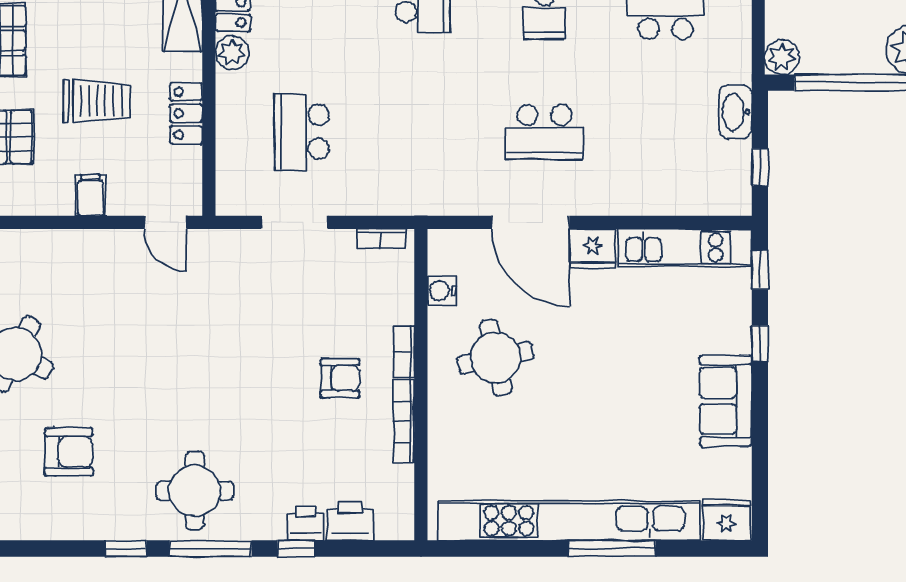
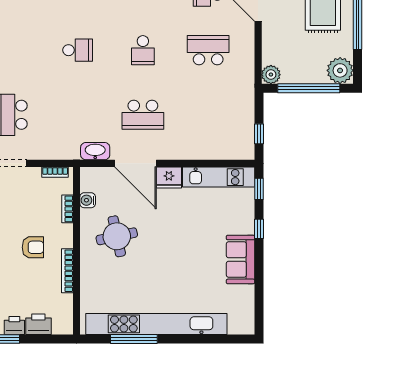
washbasin: (735, 112) -> (95, 151), moved, turned 90
bookcase: (404, 352) -> (67, 209), moved
fridge: (726, 520) -> (241, 324), removed
window: (612, 549) -> (134, 339), moved

